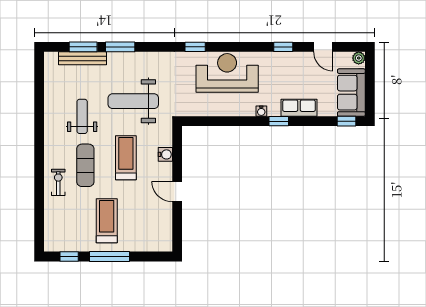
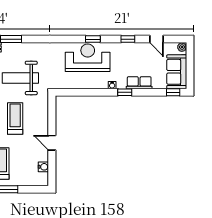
window: (195, 47) -> (93, 39), moved
water cooler: (165, 154) -> (43, 167), moved

